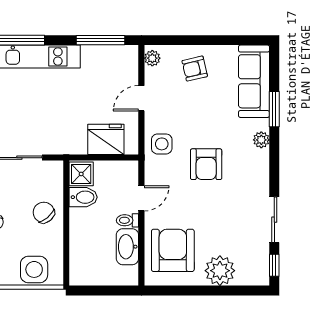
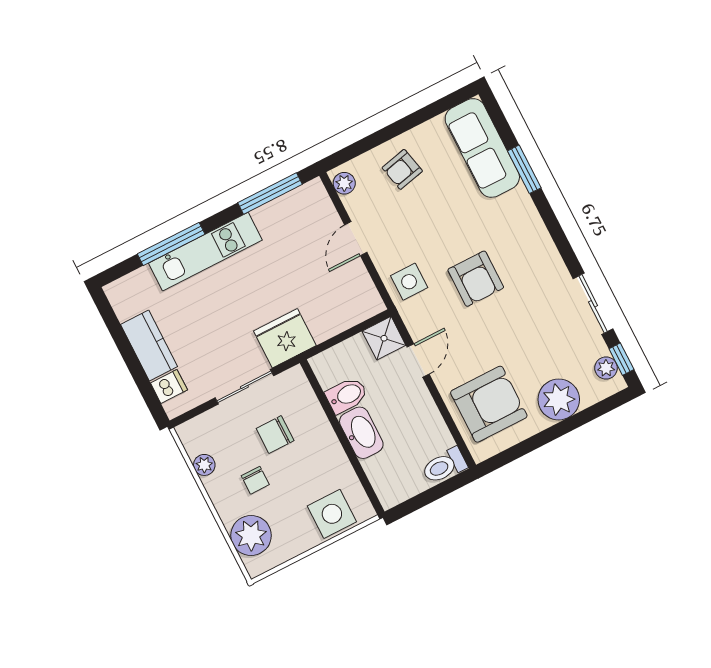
fridge: (106, 139) -> (285, 338), moved
plant: (261, 140) -> (606, 368), moved
shower: (81, 174) -> (384, 338), moved
chair: (44, 212) -> (275, 435), moved, turned -50
toilet: (127, 220) -> (444, 466), moved, width x1.37, depth x1.39
washbasin: (127, 247) -> (361, 433), moved, turned 180
armchair: (173, 250) -> (489, 404), turned 90

